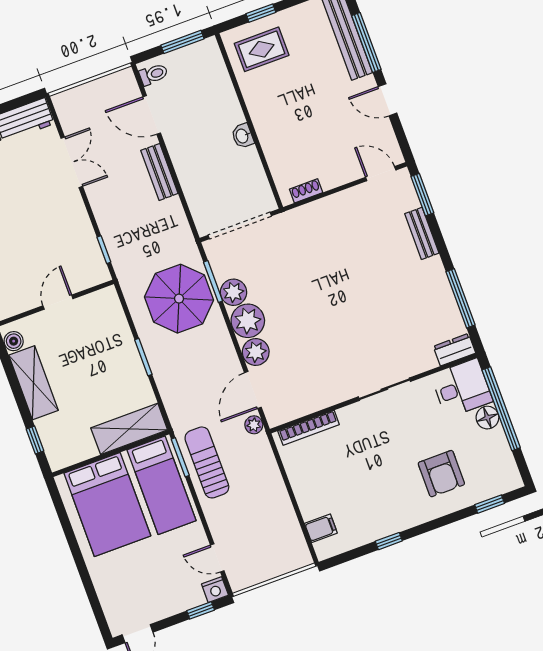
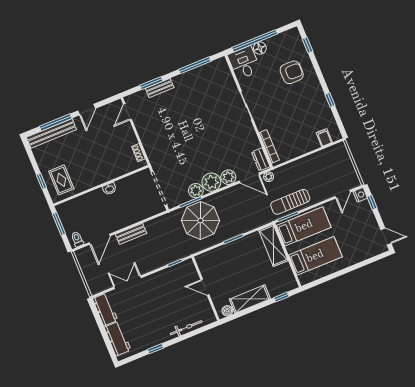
window: (422, 195) -> (151, 83), moved
dresser: (454, 350) -> (261, 159), moved
bed: (107, 504) -> (315, 256), width x0.67

